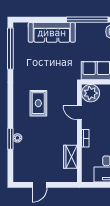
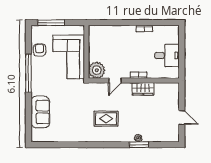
sofa: (52, 32) -> (40, 112), width x0.73
window: (10, 49) -> (55, 145), removed
wardrobe: (70, 157) -> (143, 89), moved

